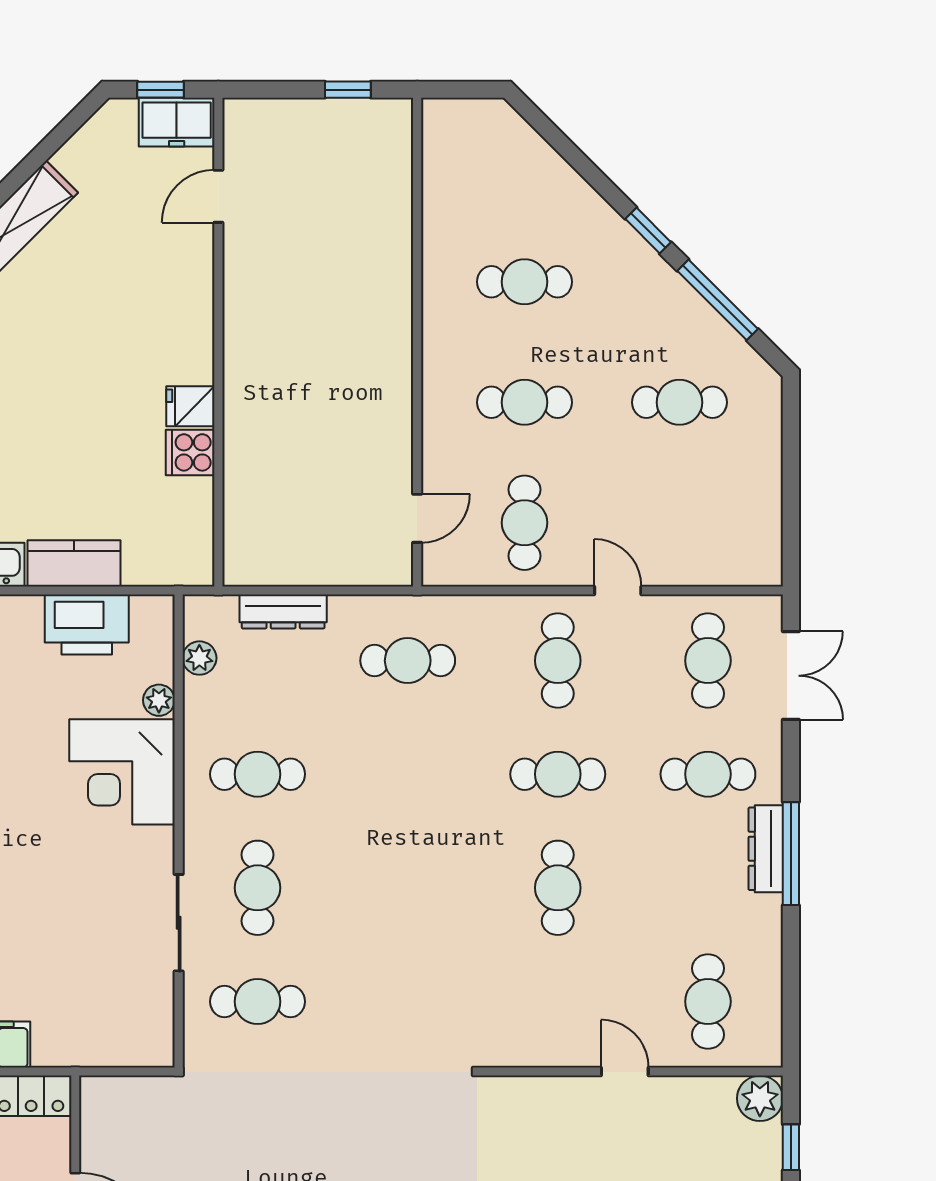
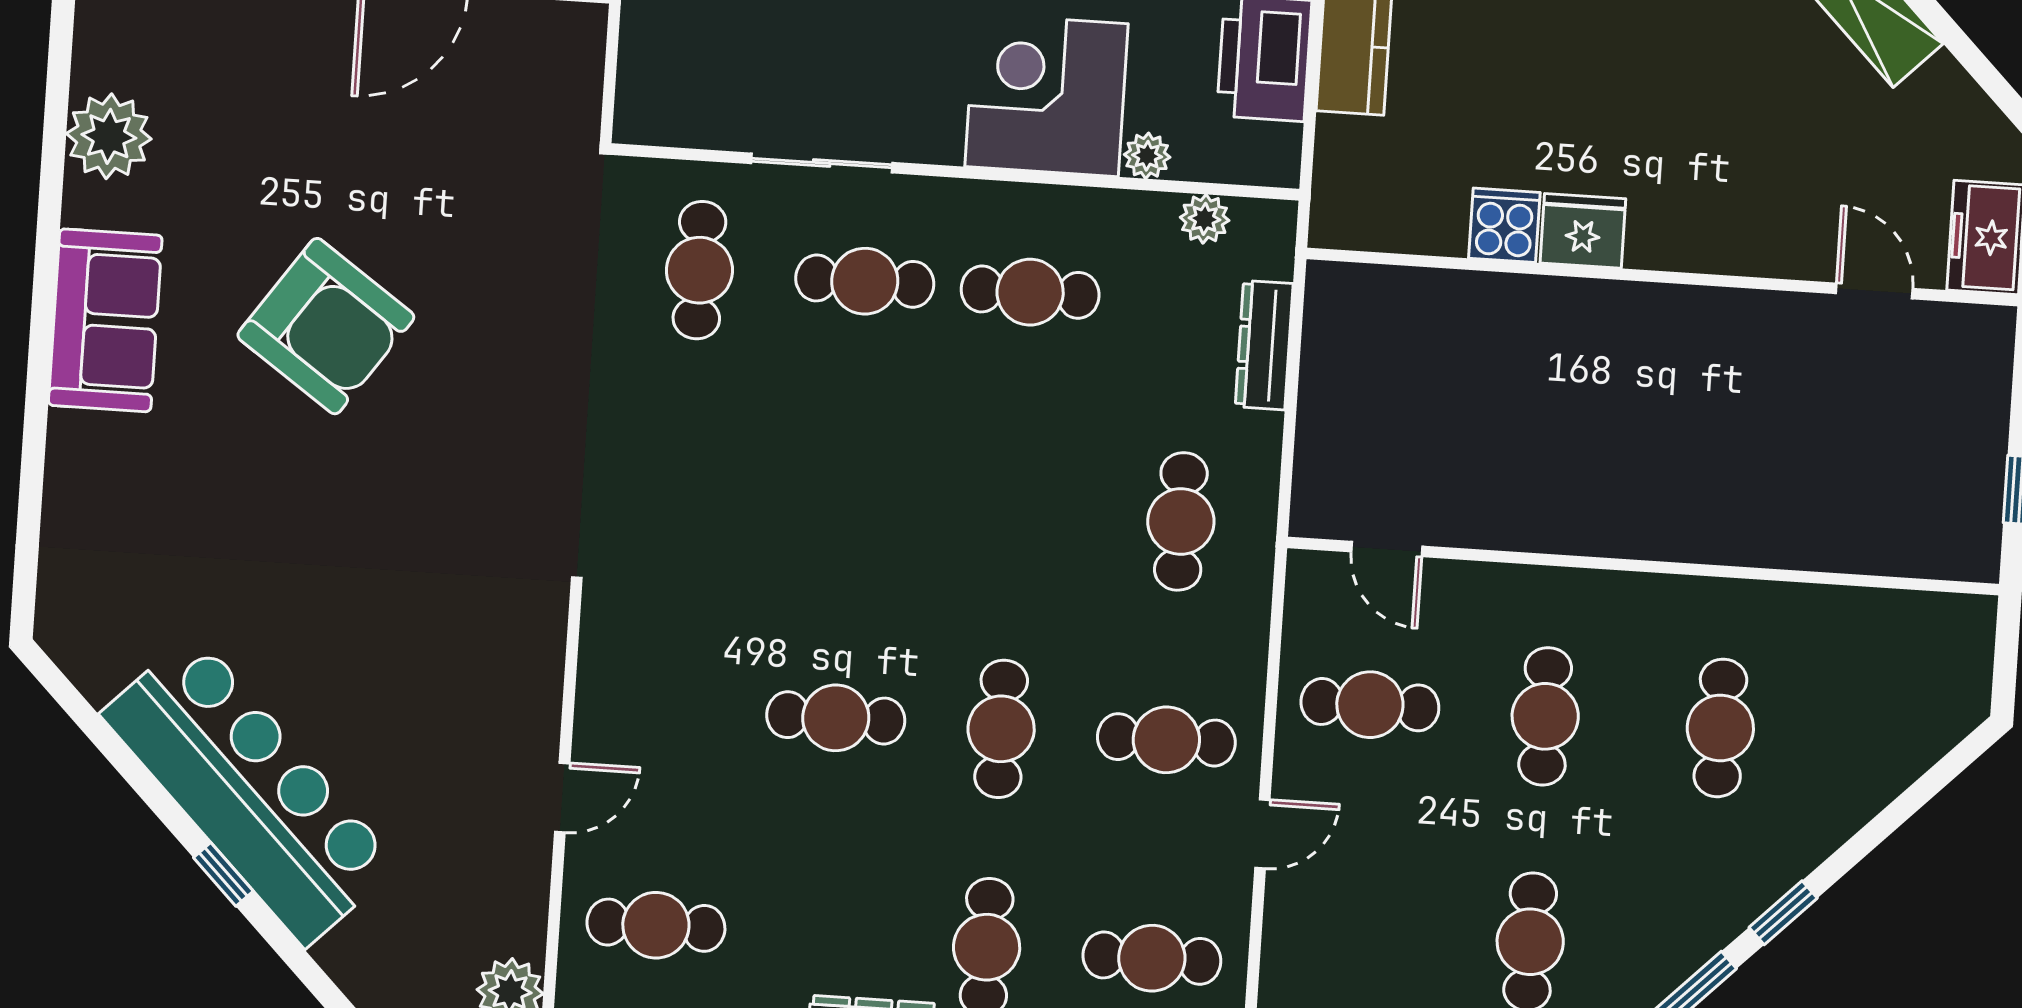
fridge: (190, 406) -> (1583, 231), width x1.38
cafe table: (258, 774) -> (1030, 292), turned 90

